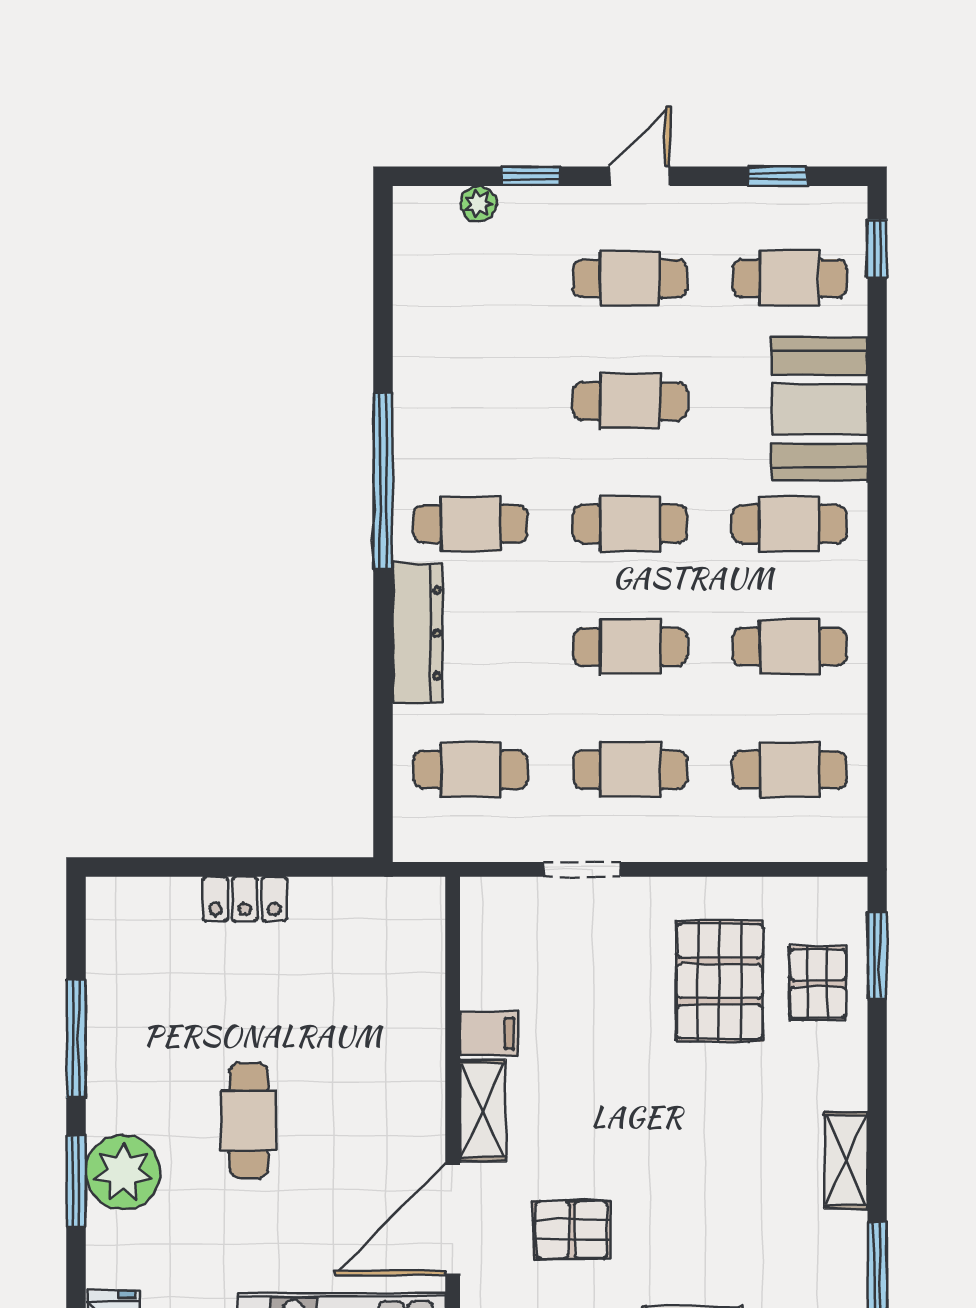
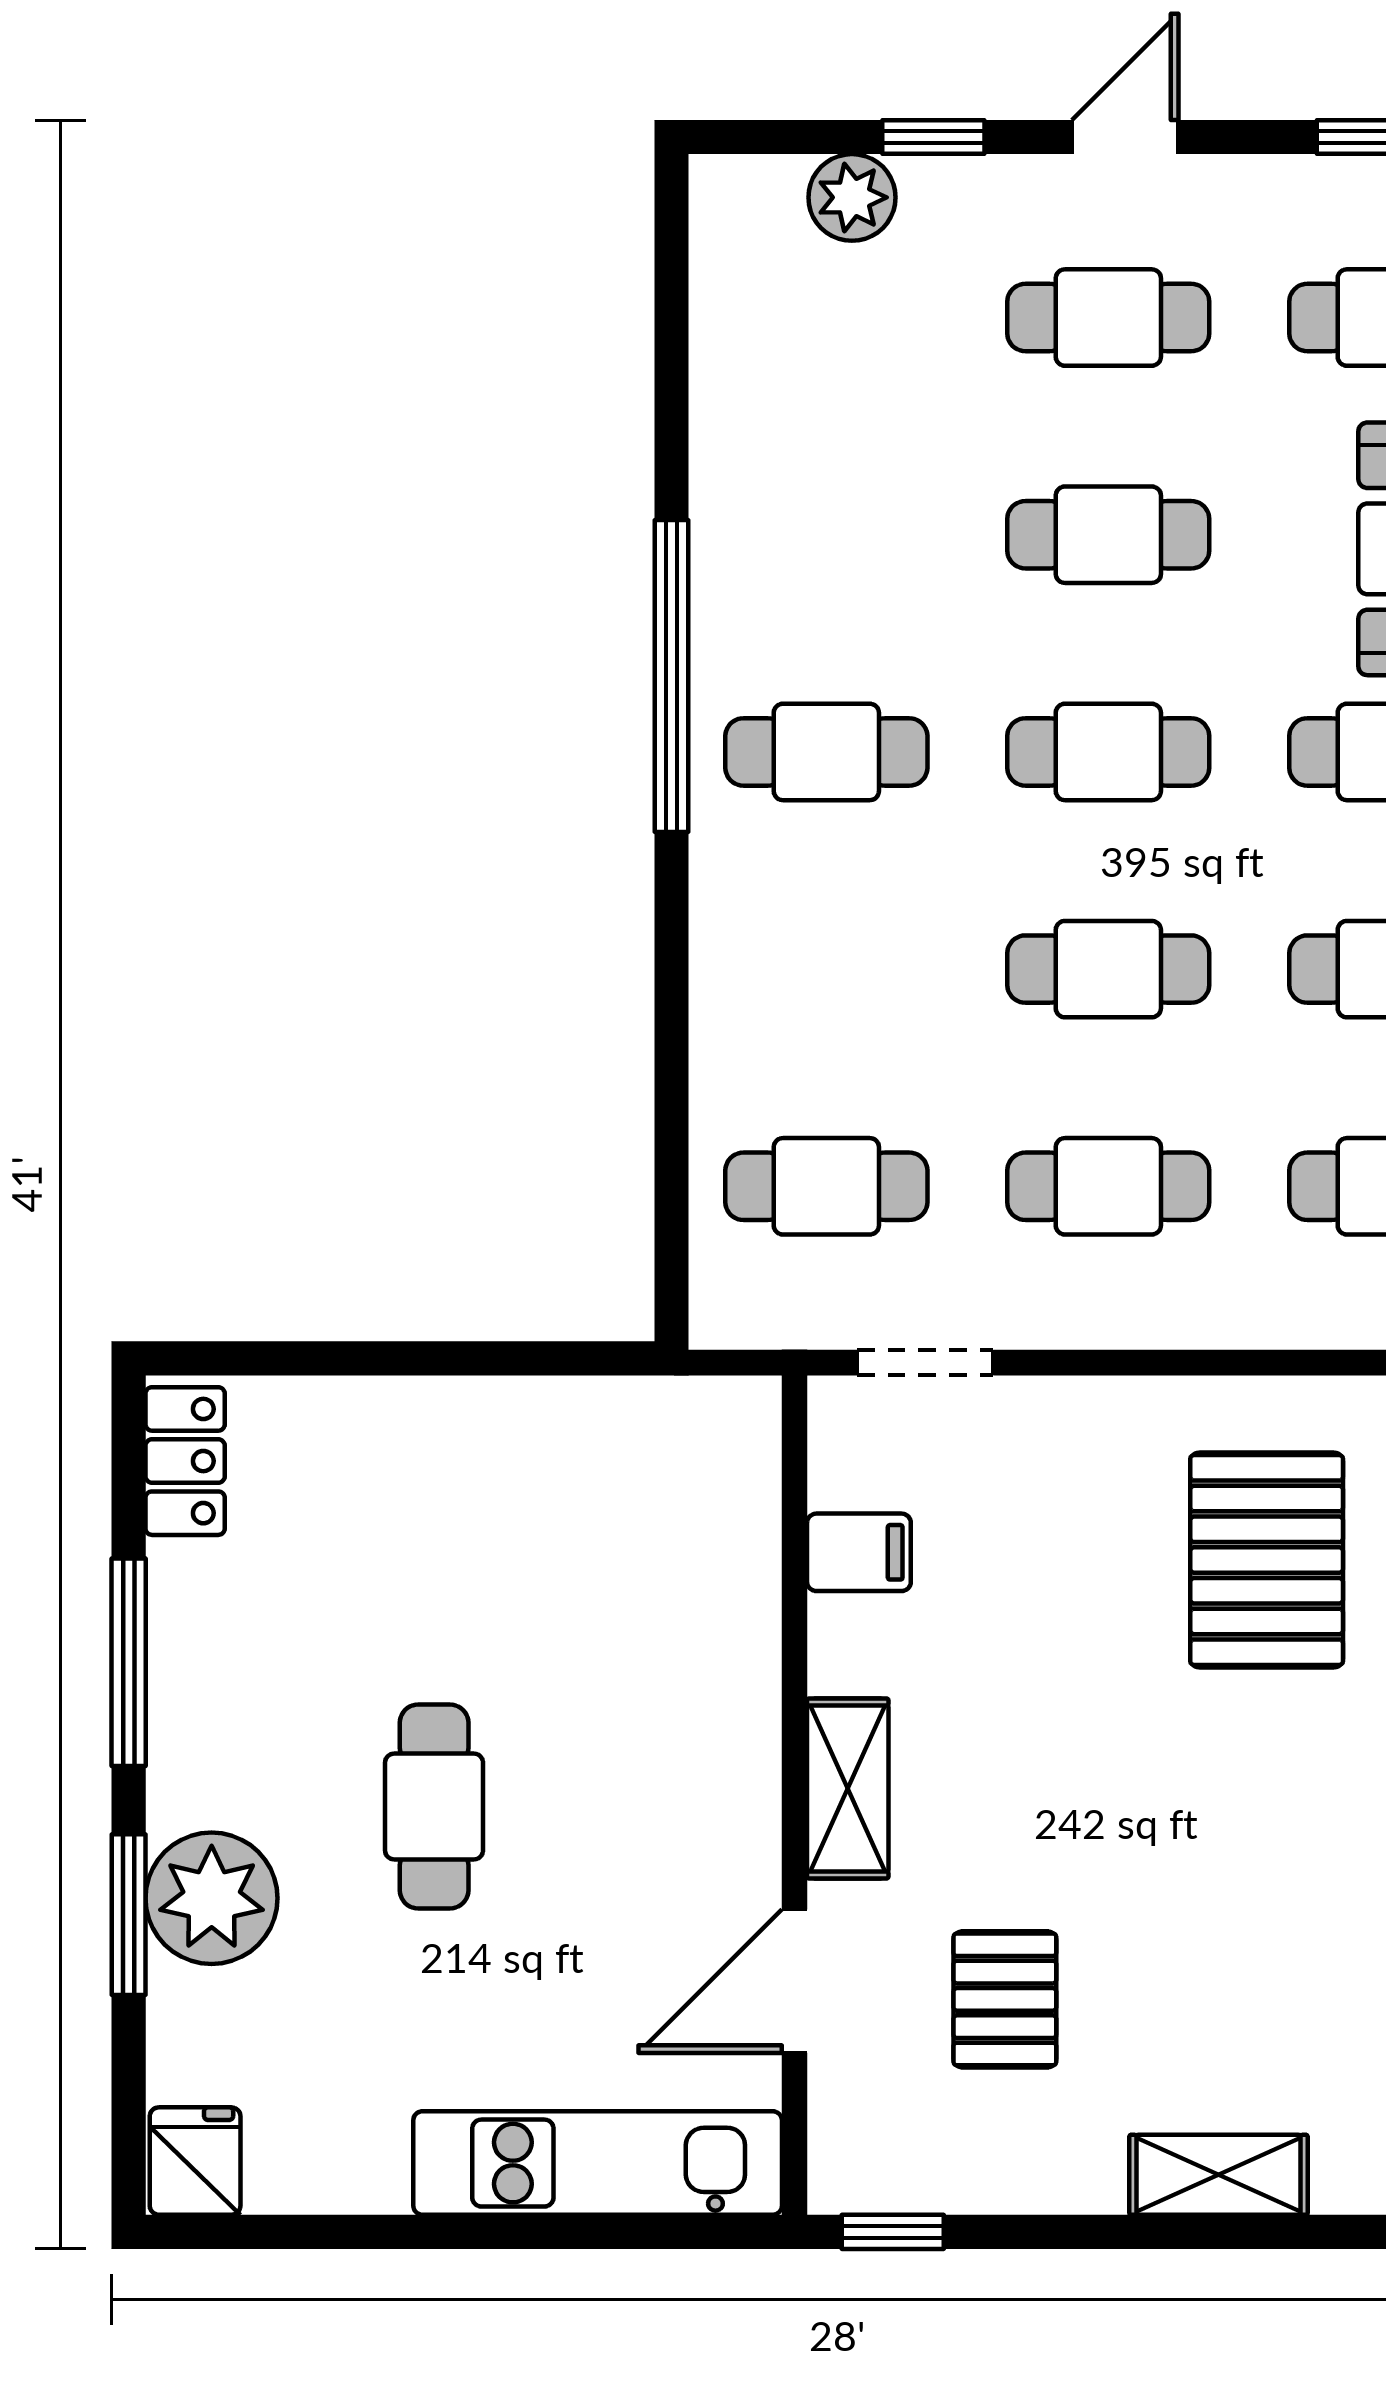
plant: (478, 204) -> (852, 197), width x1.38, depth x1.38
dresser: (418, 633) -> (733, 945), removed
doorway: (582, 869) -> (925, 1363), moved
locker: (245, 899) -> (185, 1461), moved, turned -90
filing cabinet: (489, 1033) -> (859, 1552), moved
door: (453, 1219) -> (794, 1981), width x0.73
pallet: (572, 1230) -> (1005, 1999), turned 90

